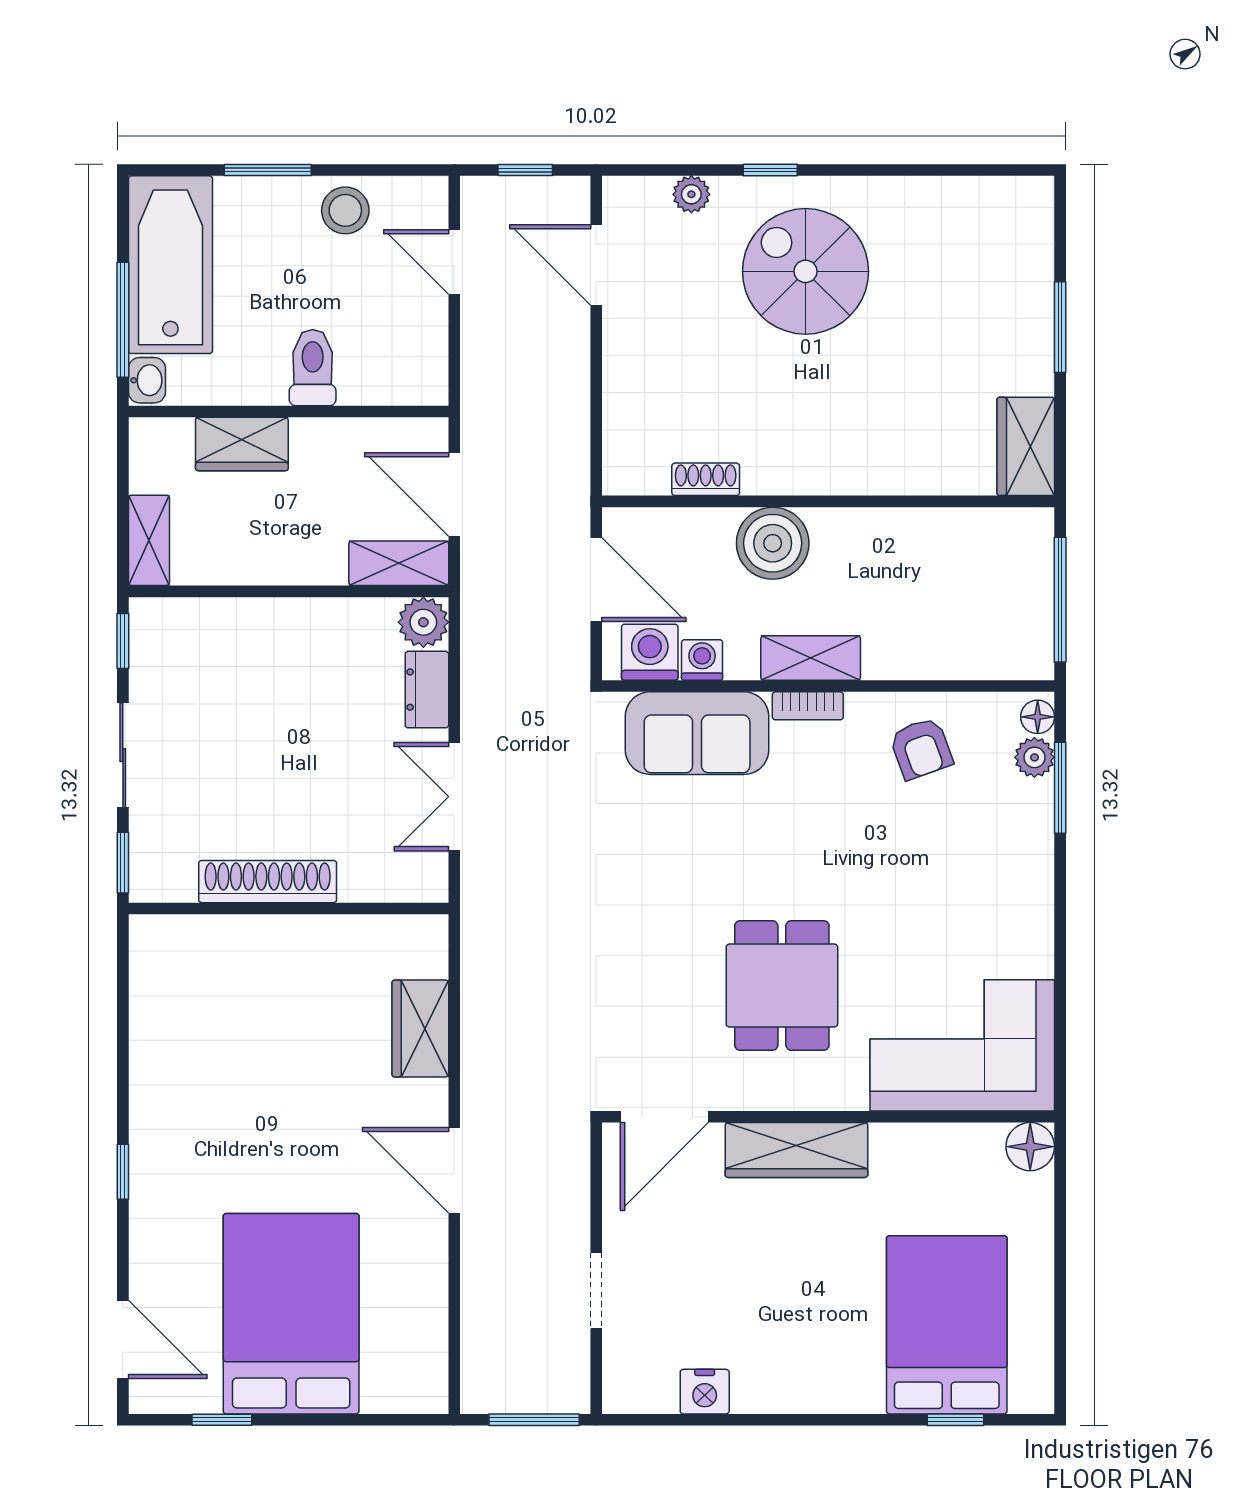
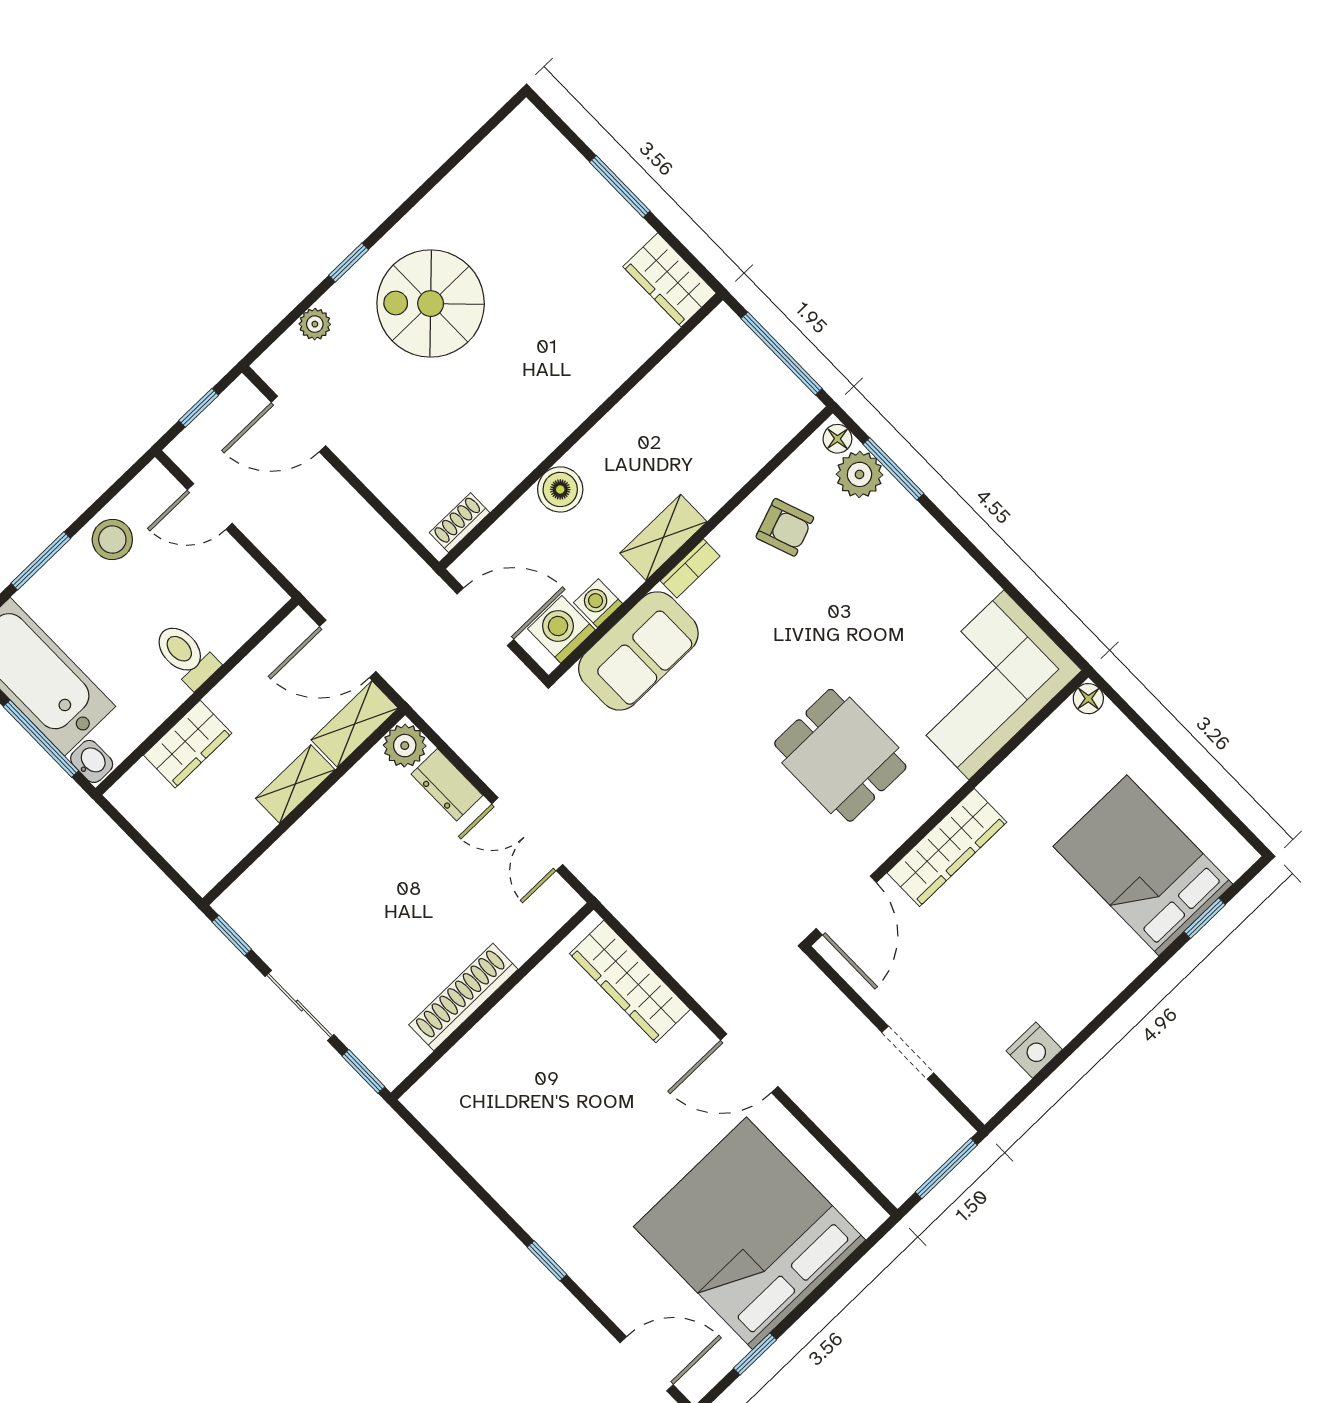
shoe rack: (706, 479) -> (460, 523), moved
shelving: (149, 540) -> (295, 784), moved, turned 90
boiler: (773, 543) -> (560, 489), width x0.73, depth x0.73
plant: (1034, 757) -> (859, 474), width x1.38, depth x1.38
wardrobe: (420, 1029) -> (630, 981), width x1.50
floor lamp: (1030, 1147) -> (1088, 699), width x0.73, depth x0.73
bed: (291, 1314) -> (749, 1233), width x1.36

